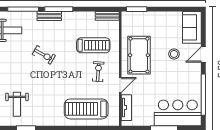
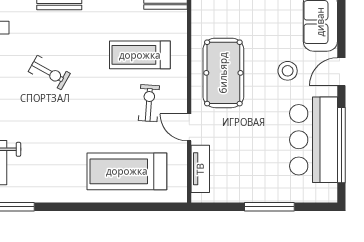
treadmill: (93, 45) -> (140, 55), turned 180
door: (120, 85) -> (189, 127), swing flipped
bar counter: (178, 113) -> (313, 140), moved, turned -90

